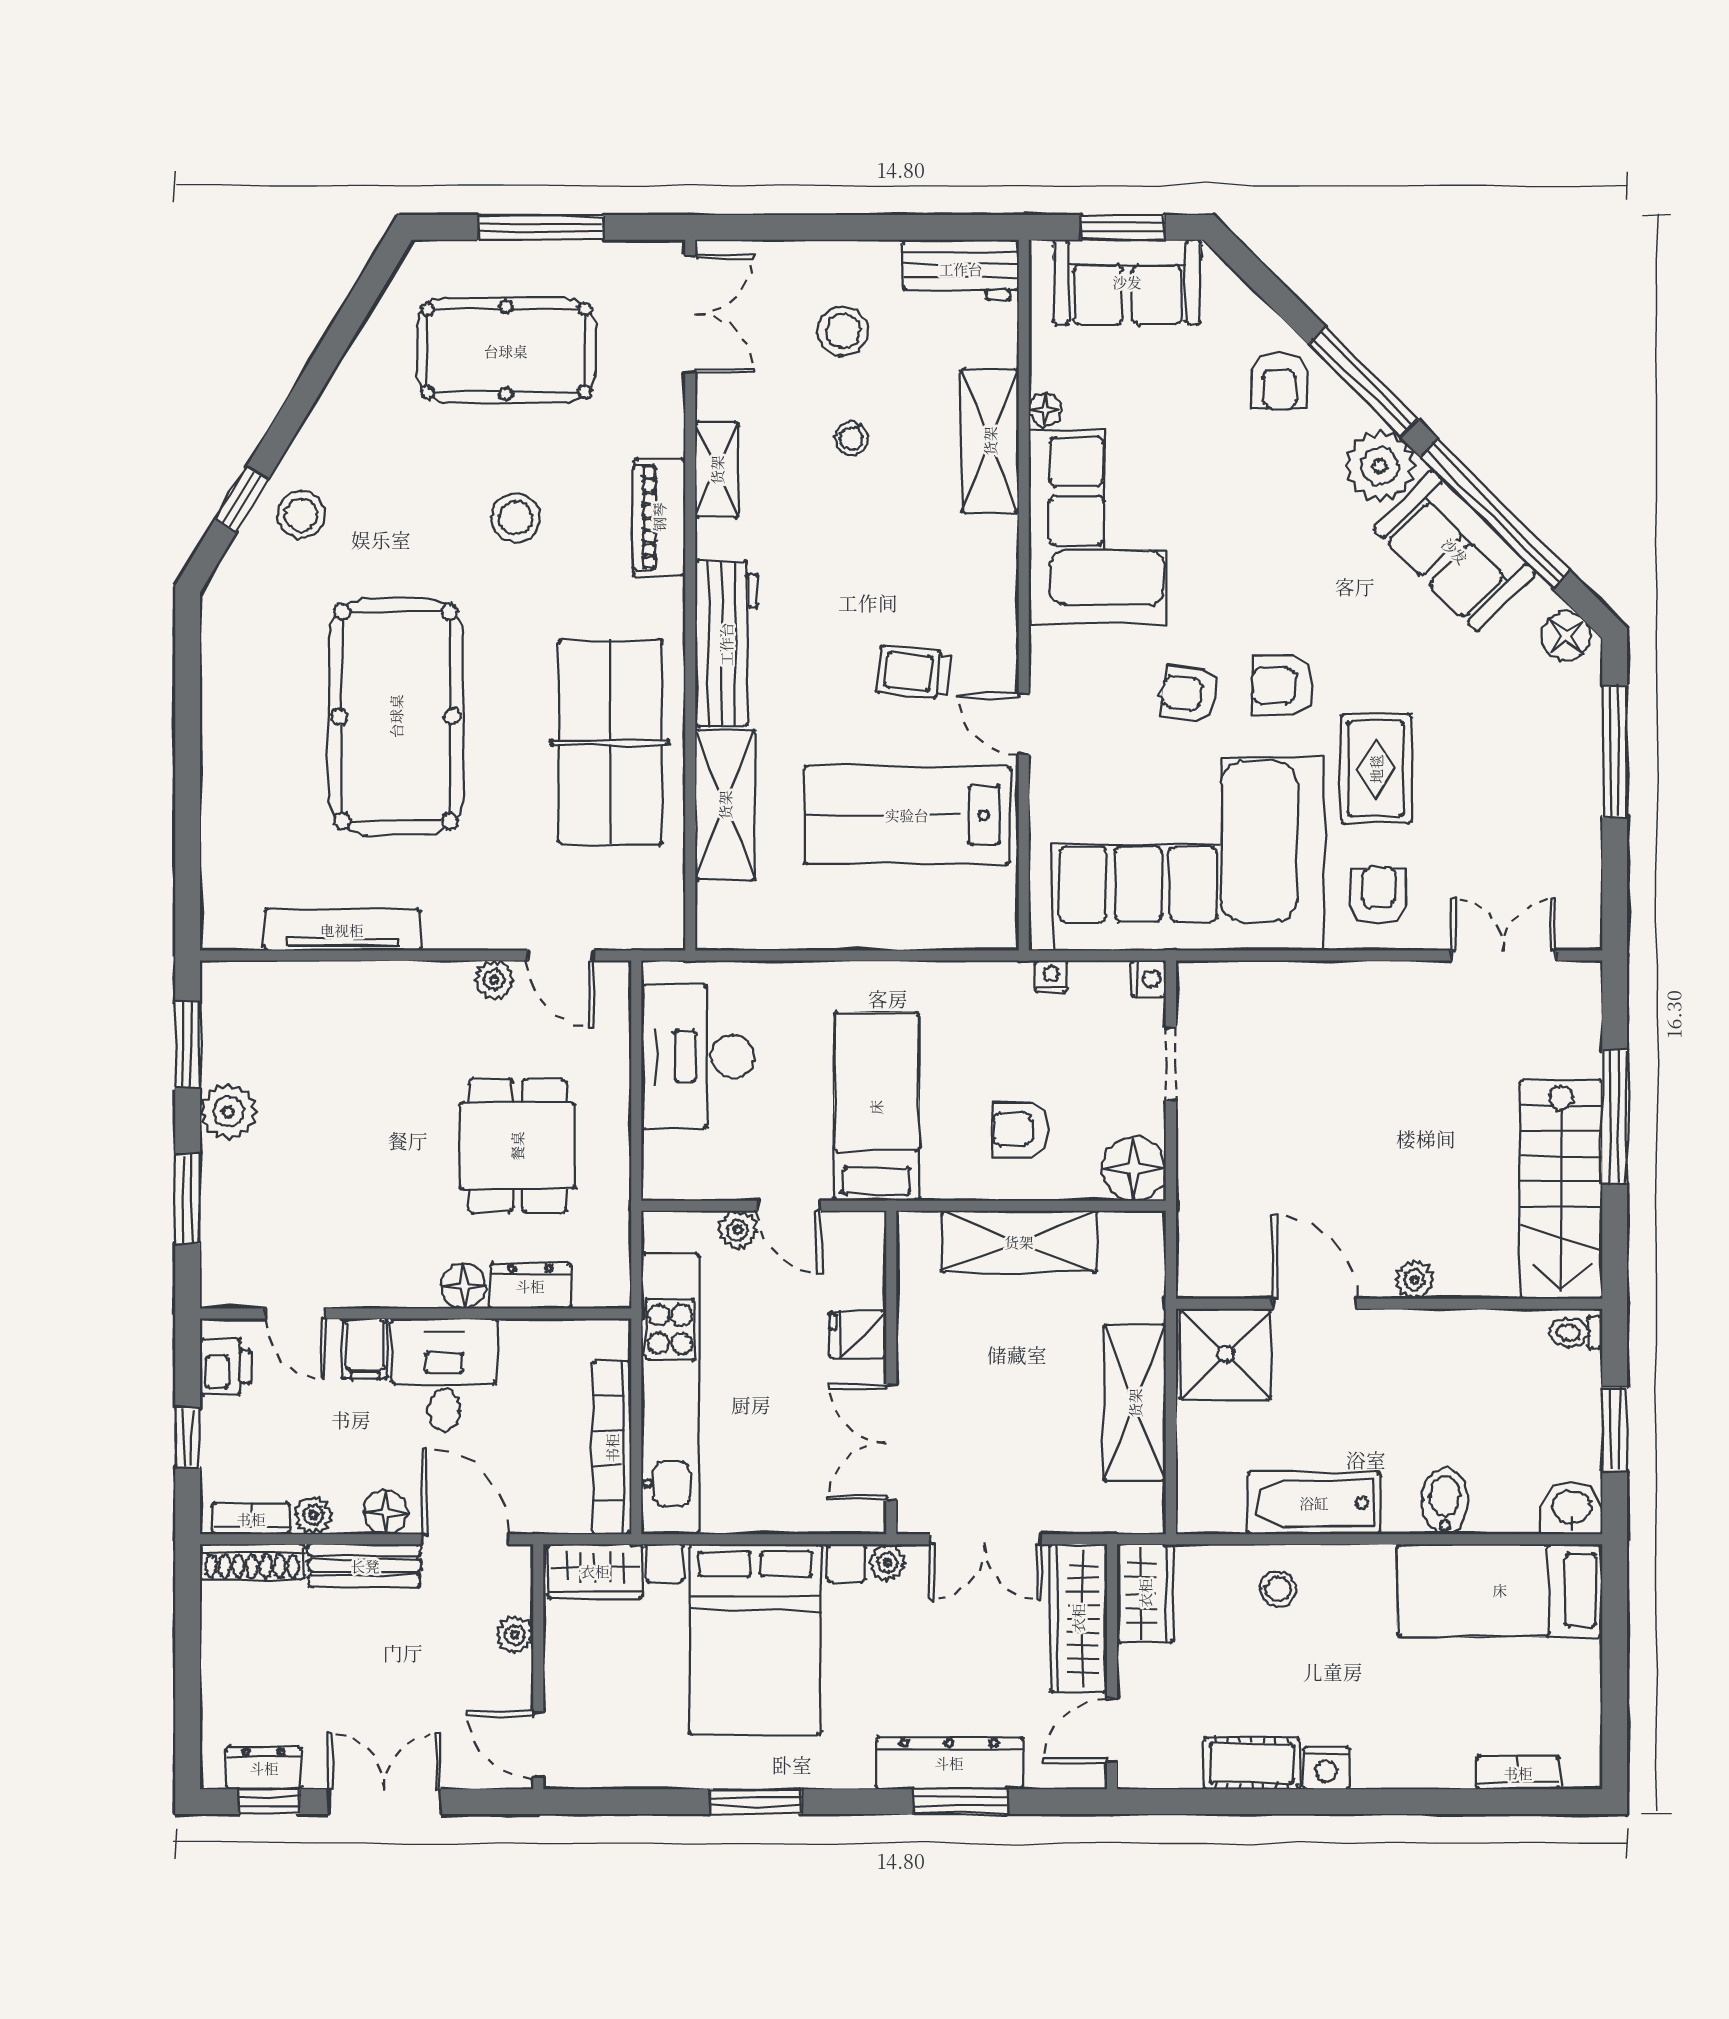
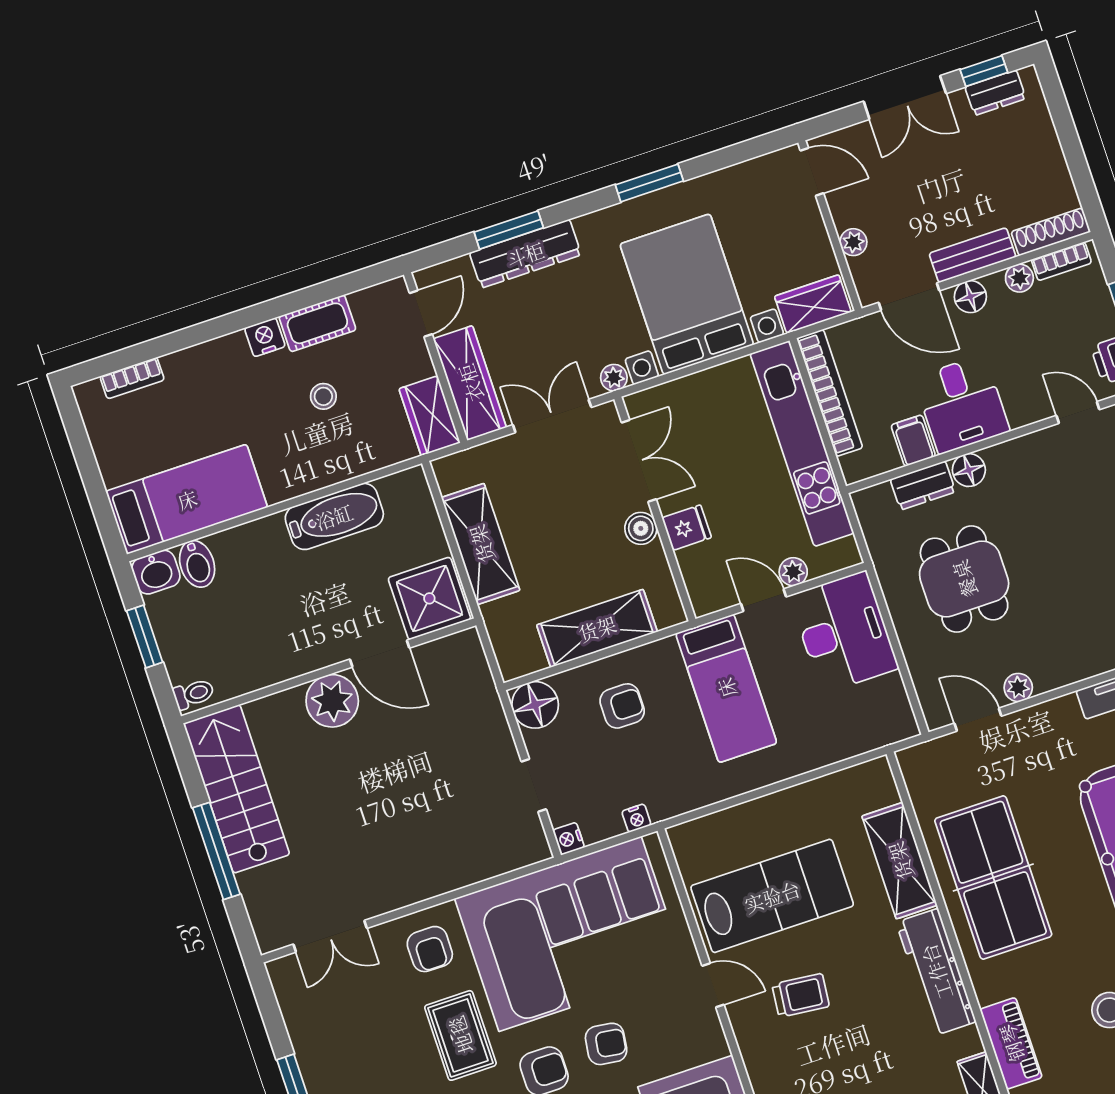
desk: (698, 1056) -> (844, 632), moved
plant: (1414, 1280) -> (332, 701), width x1.88, depth x1.88
filing cabinet: (365, 1349) -> (913, 441), moved
boiler: (918, 1353) -> (641, 528), added
bidet: (1445, 1501) -> (197, 564), moved
stool: (1278, 1589) -> (323, 396), moved

